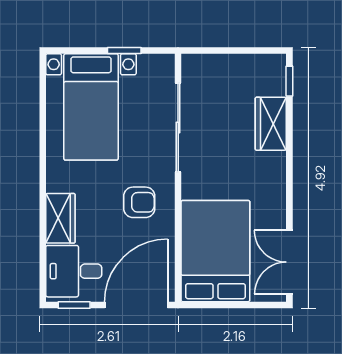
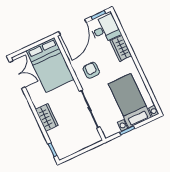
wardrobe: (271, 124) -> (47, 117), moved
armchair: (139, 202) -> (91, 70), turned 90

